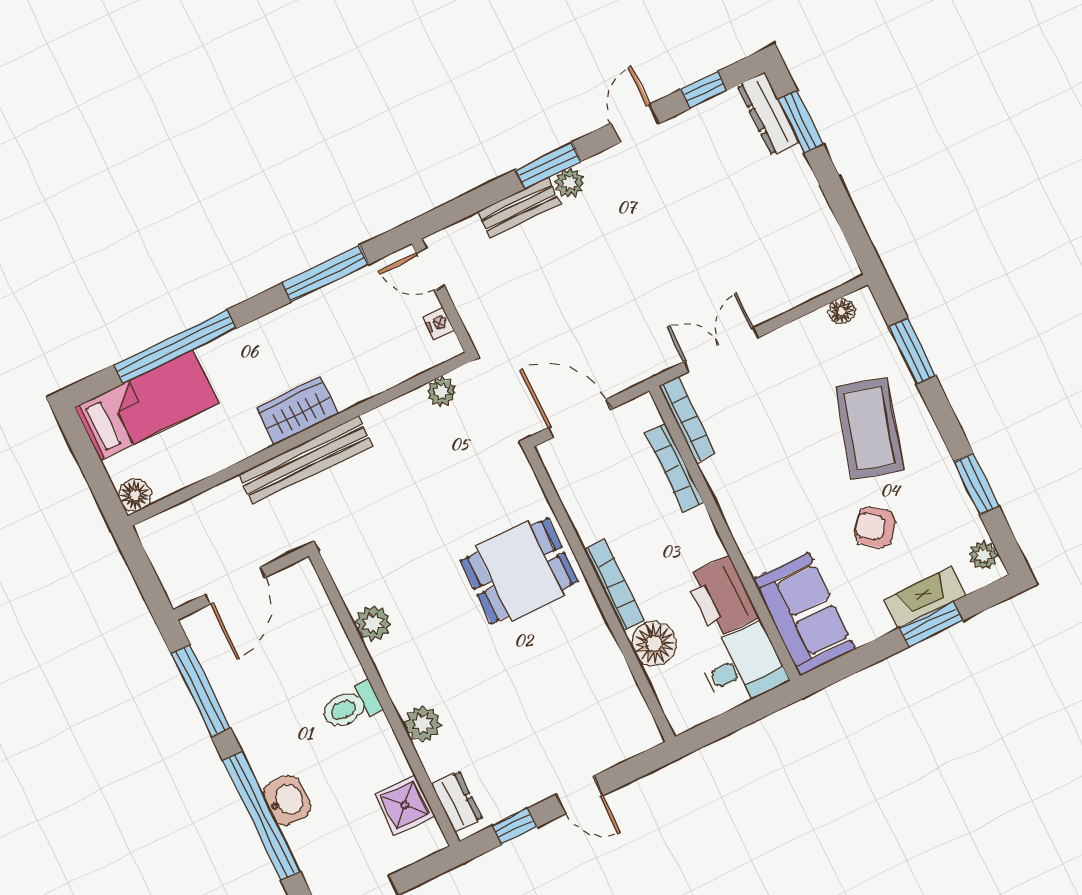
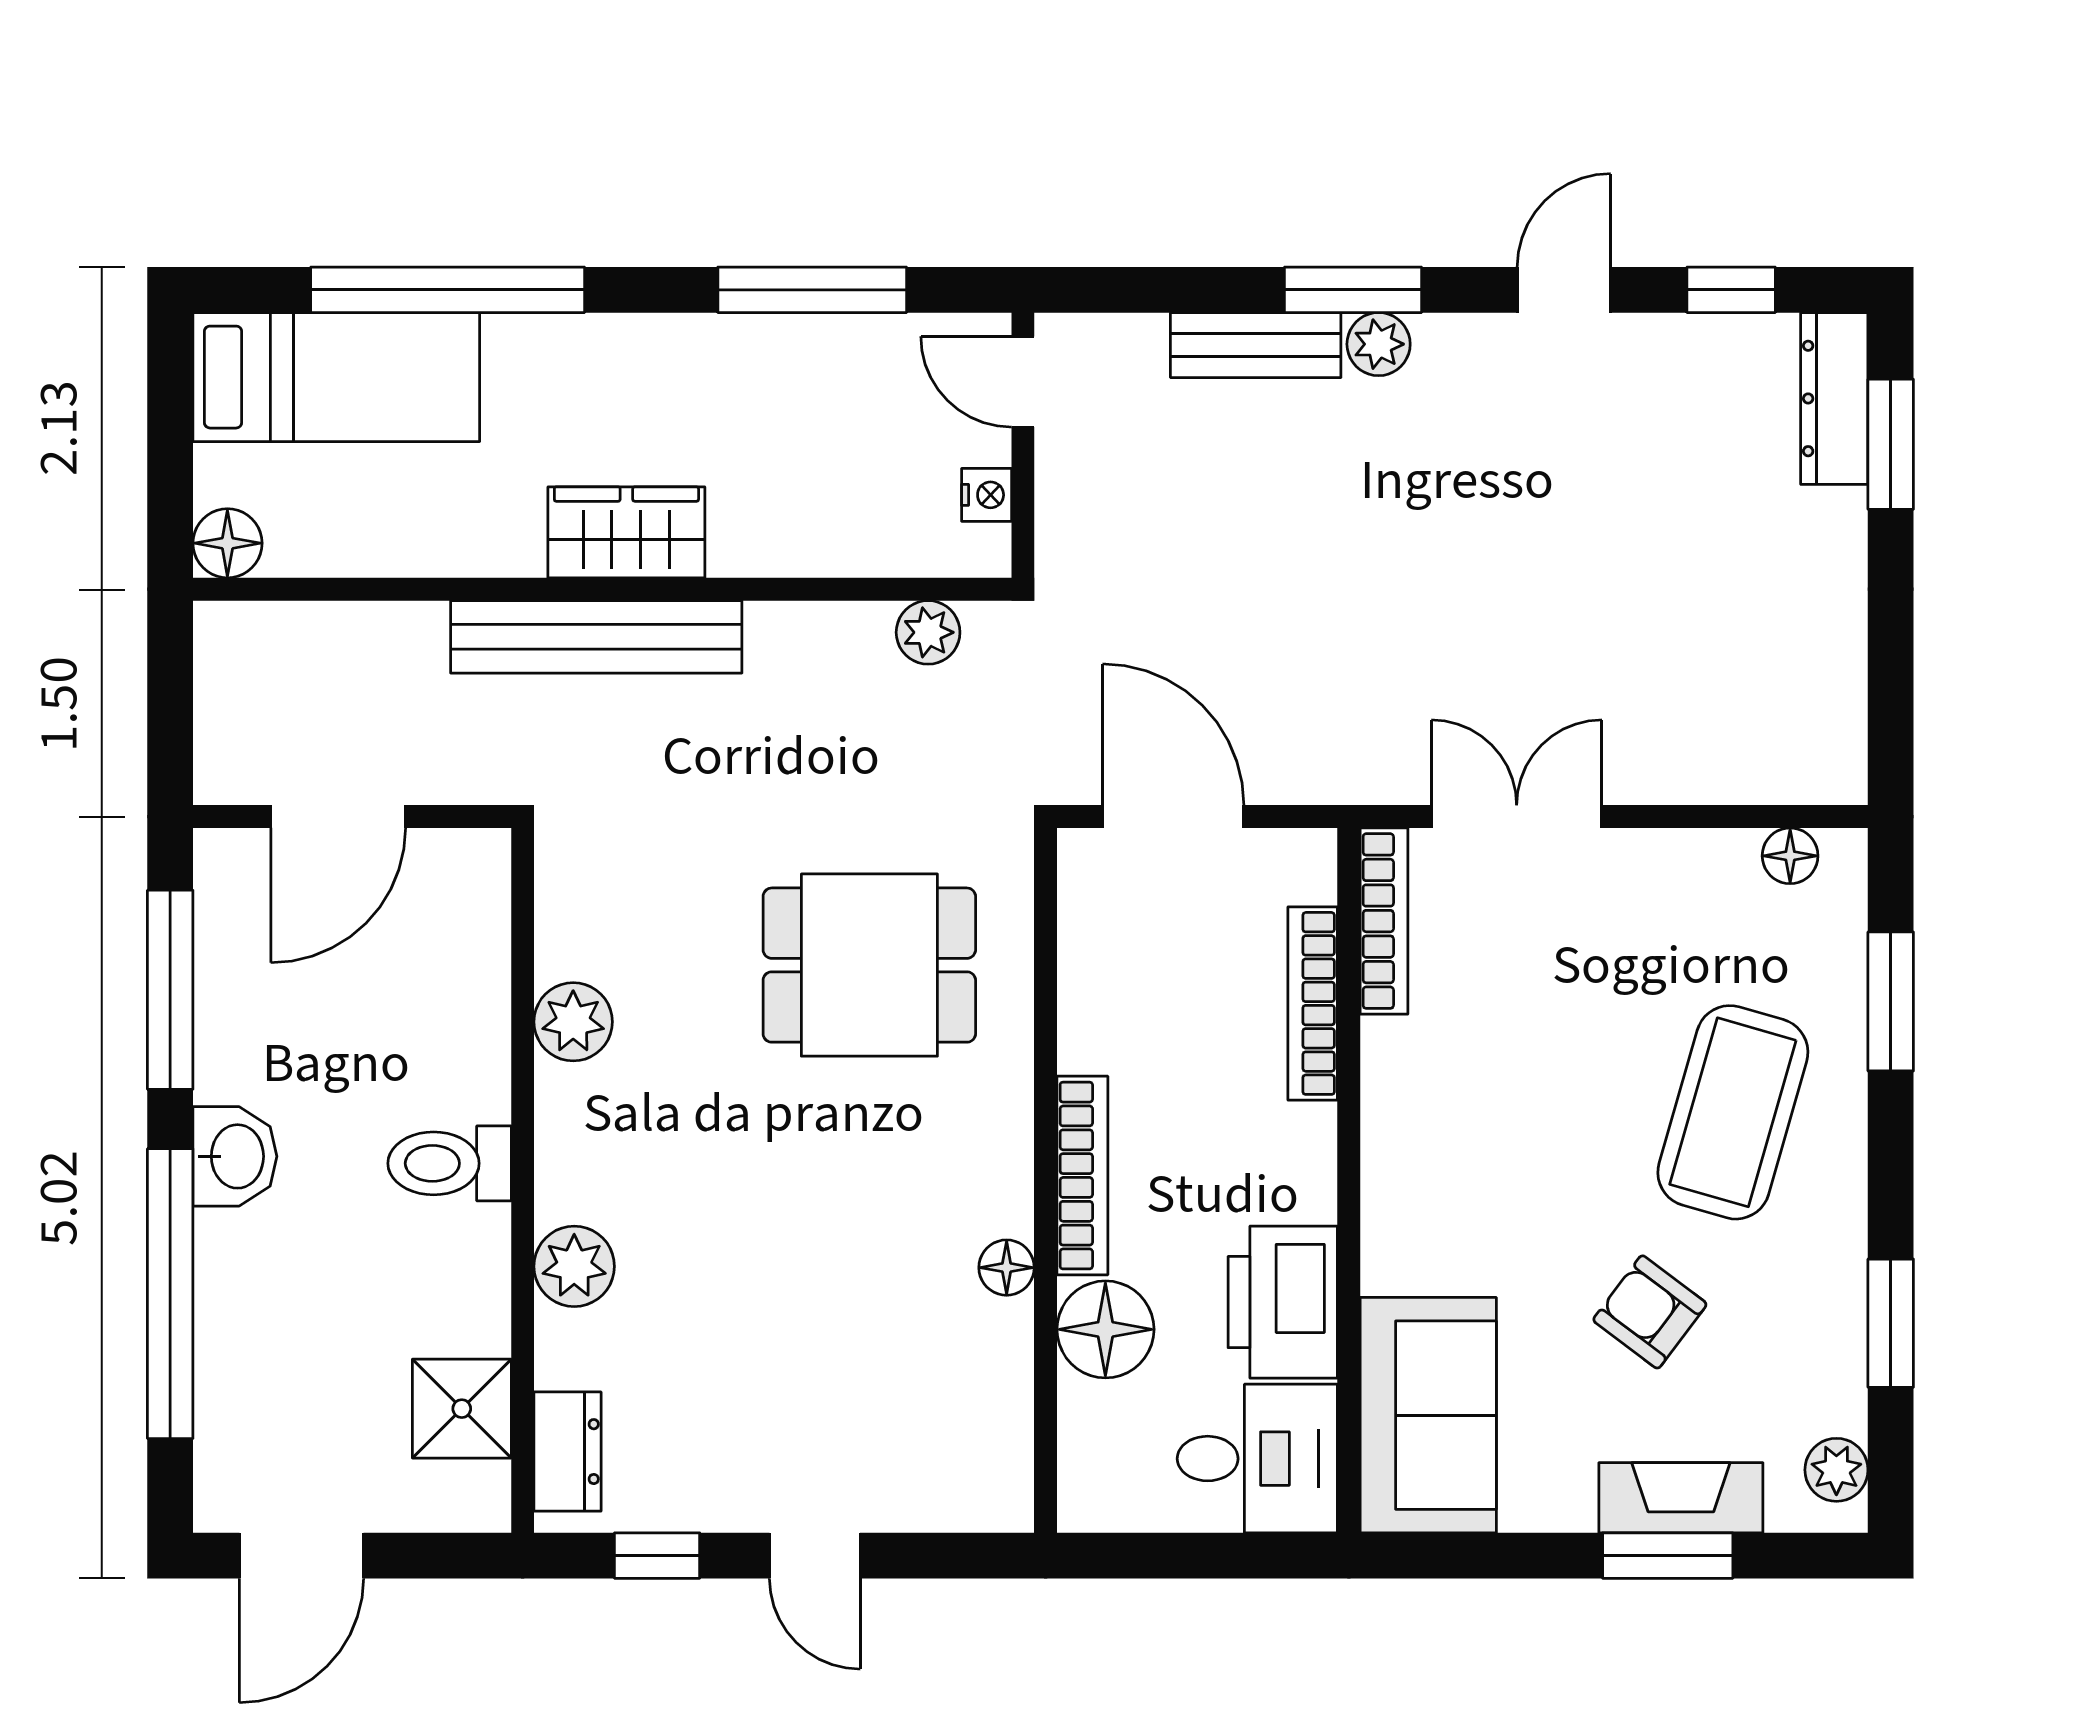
dining table: (519, 571) -> (869, 965), moved
floor lamp: (601, 638) -> (1007, 1268), added
washbasin: (287, 800) -> (235, 1156), moved

